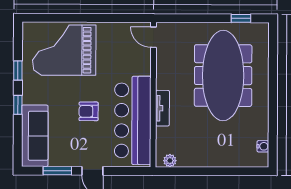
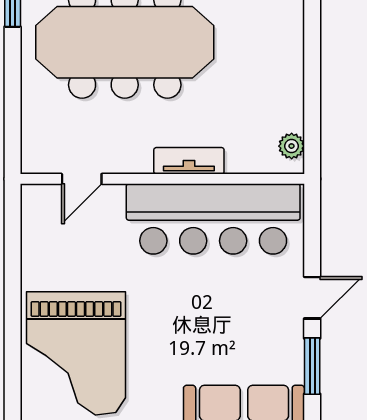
door: (153, 37) -> (82, 179), moved
armchair: (89, 111) -> (196, 305), removed

